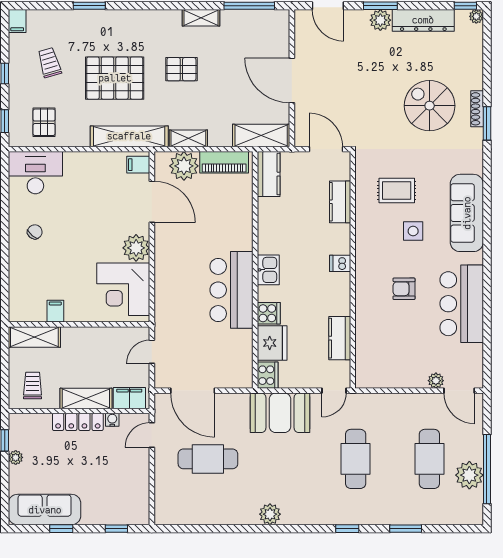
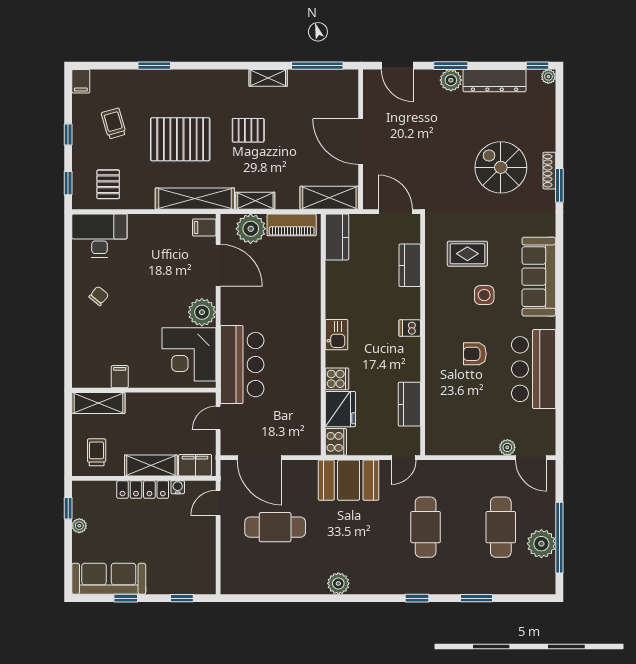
bar counter: (231, 290) -> (242, 365), moved, turned 180

